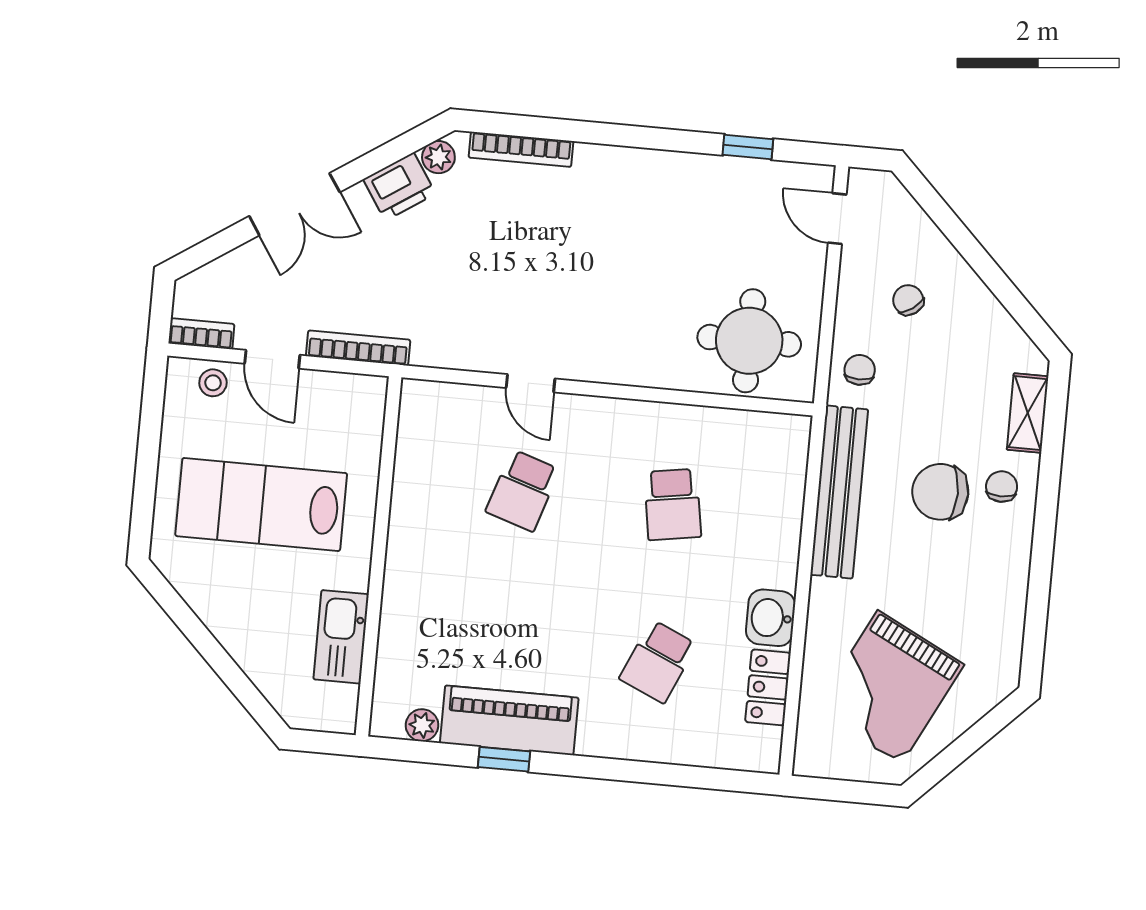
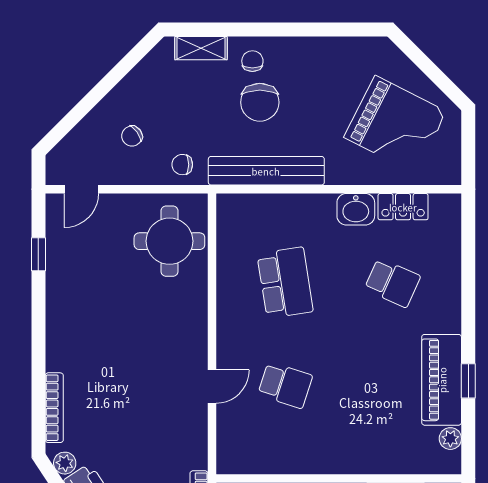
chair: (1002, 487) -> (252, 61), turned 90
school desk: (673, 504) -> (285, 283), width x1.85

